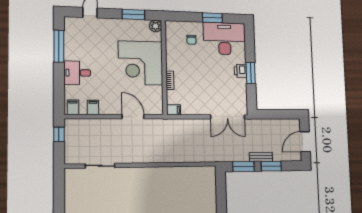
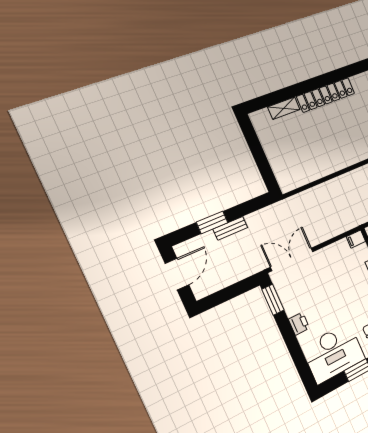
window: (251, 73) -> (273, 300), moved
window: (243, 166) -> (248, 207), removed

